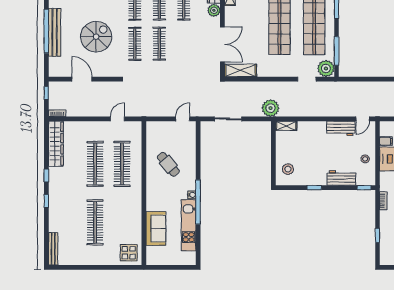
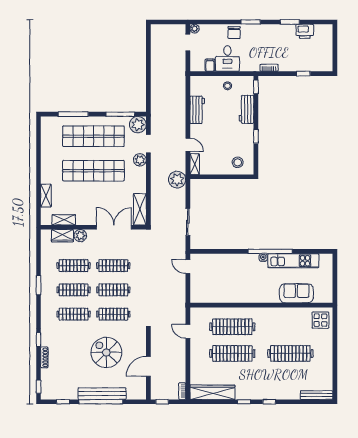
clothes rail: (184, 44) -> (113, 266), added
plant: (290, 70) -> (140, 160), added
door: (363, 119) -> (188, 145), moved
cafe table: (168, 164) -> (233, 281), removed

